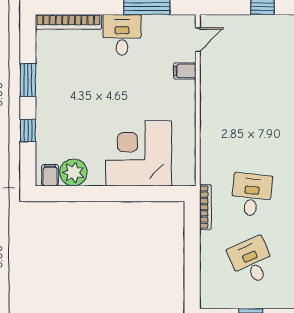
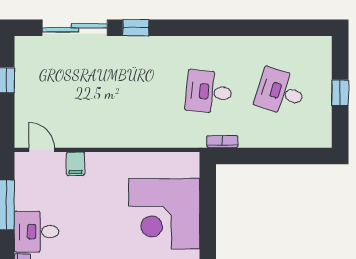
bookcase: (205, 207) -> (222, 142), width x0.64
desk: (252, 261) -> (280, 92), turned 42

